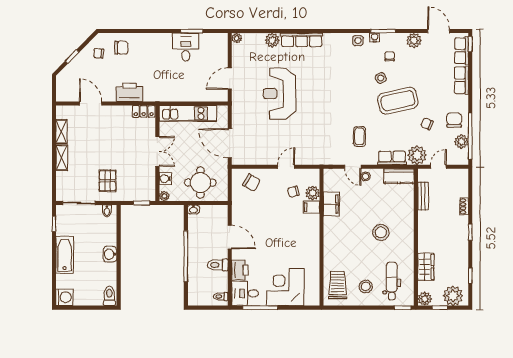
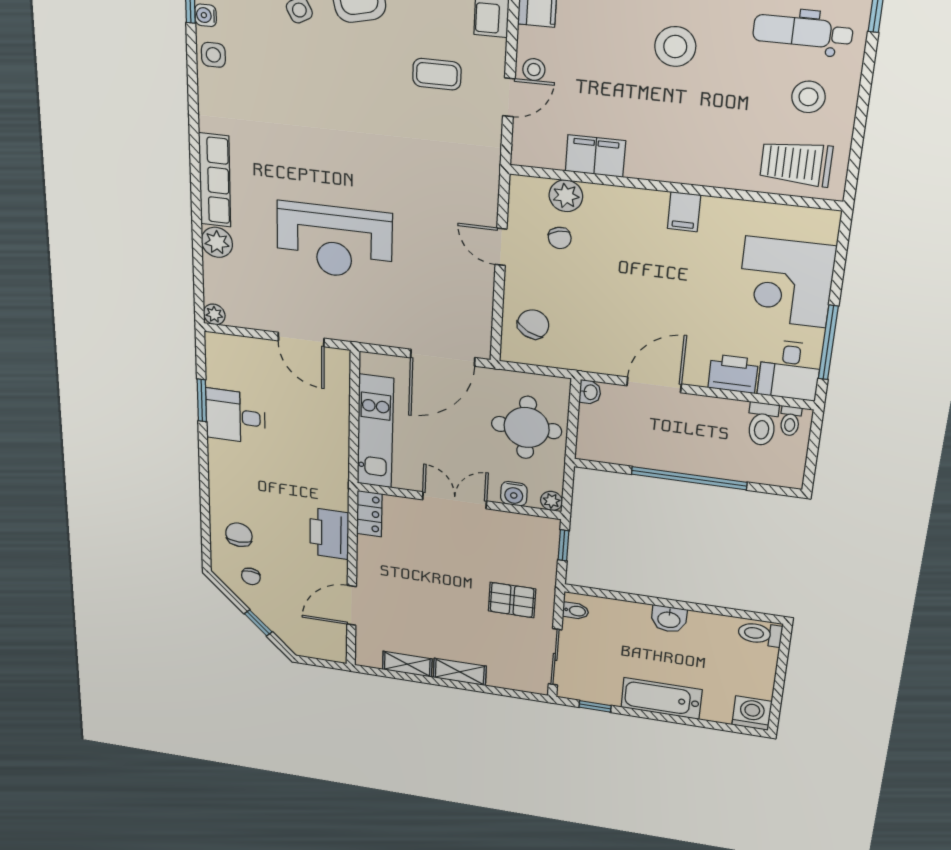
filing cabinet: (311, 207) -> (684, 212), moved
washbasin: (193, 210) -> (590, 392), moved
toilet: (218, 265) -> (762, 424), moved

